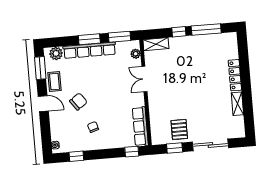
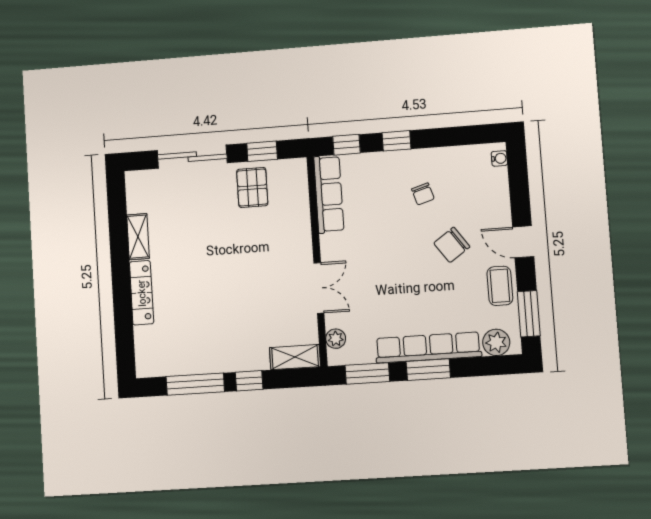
window: (76, 156) -> (396, 141), moved

